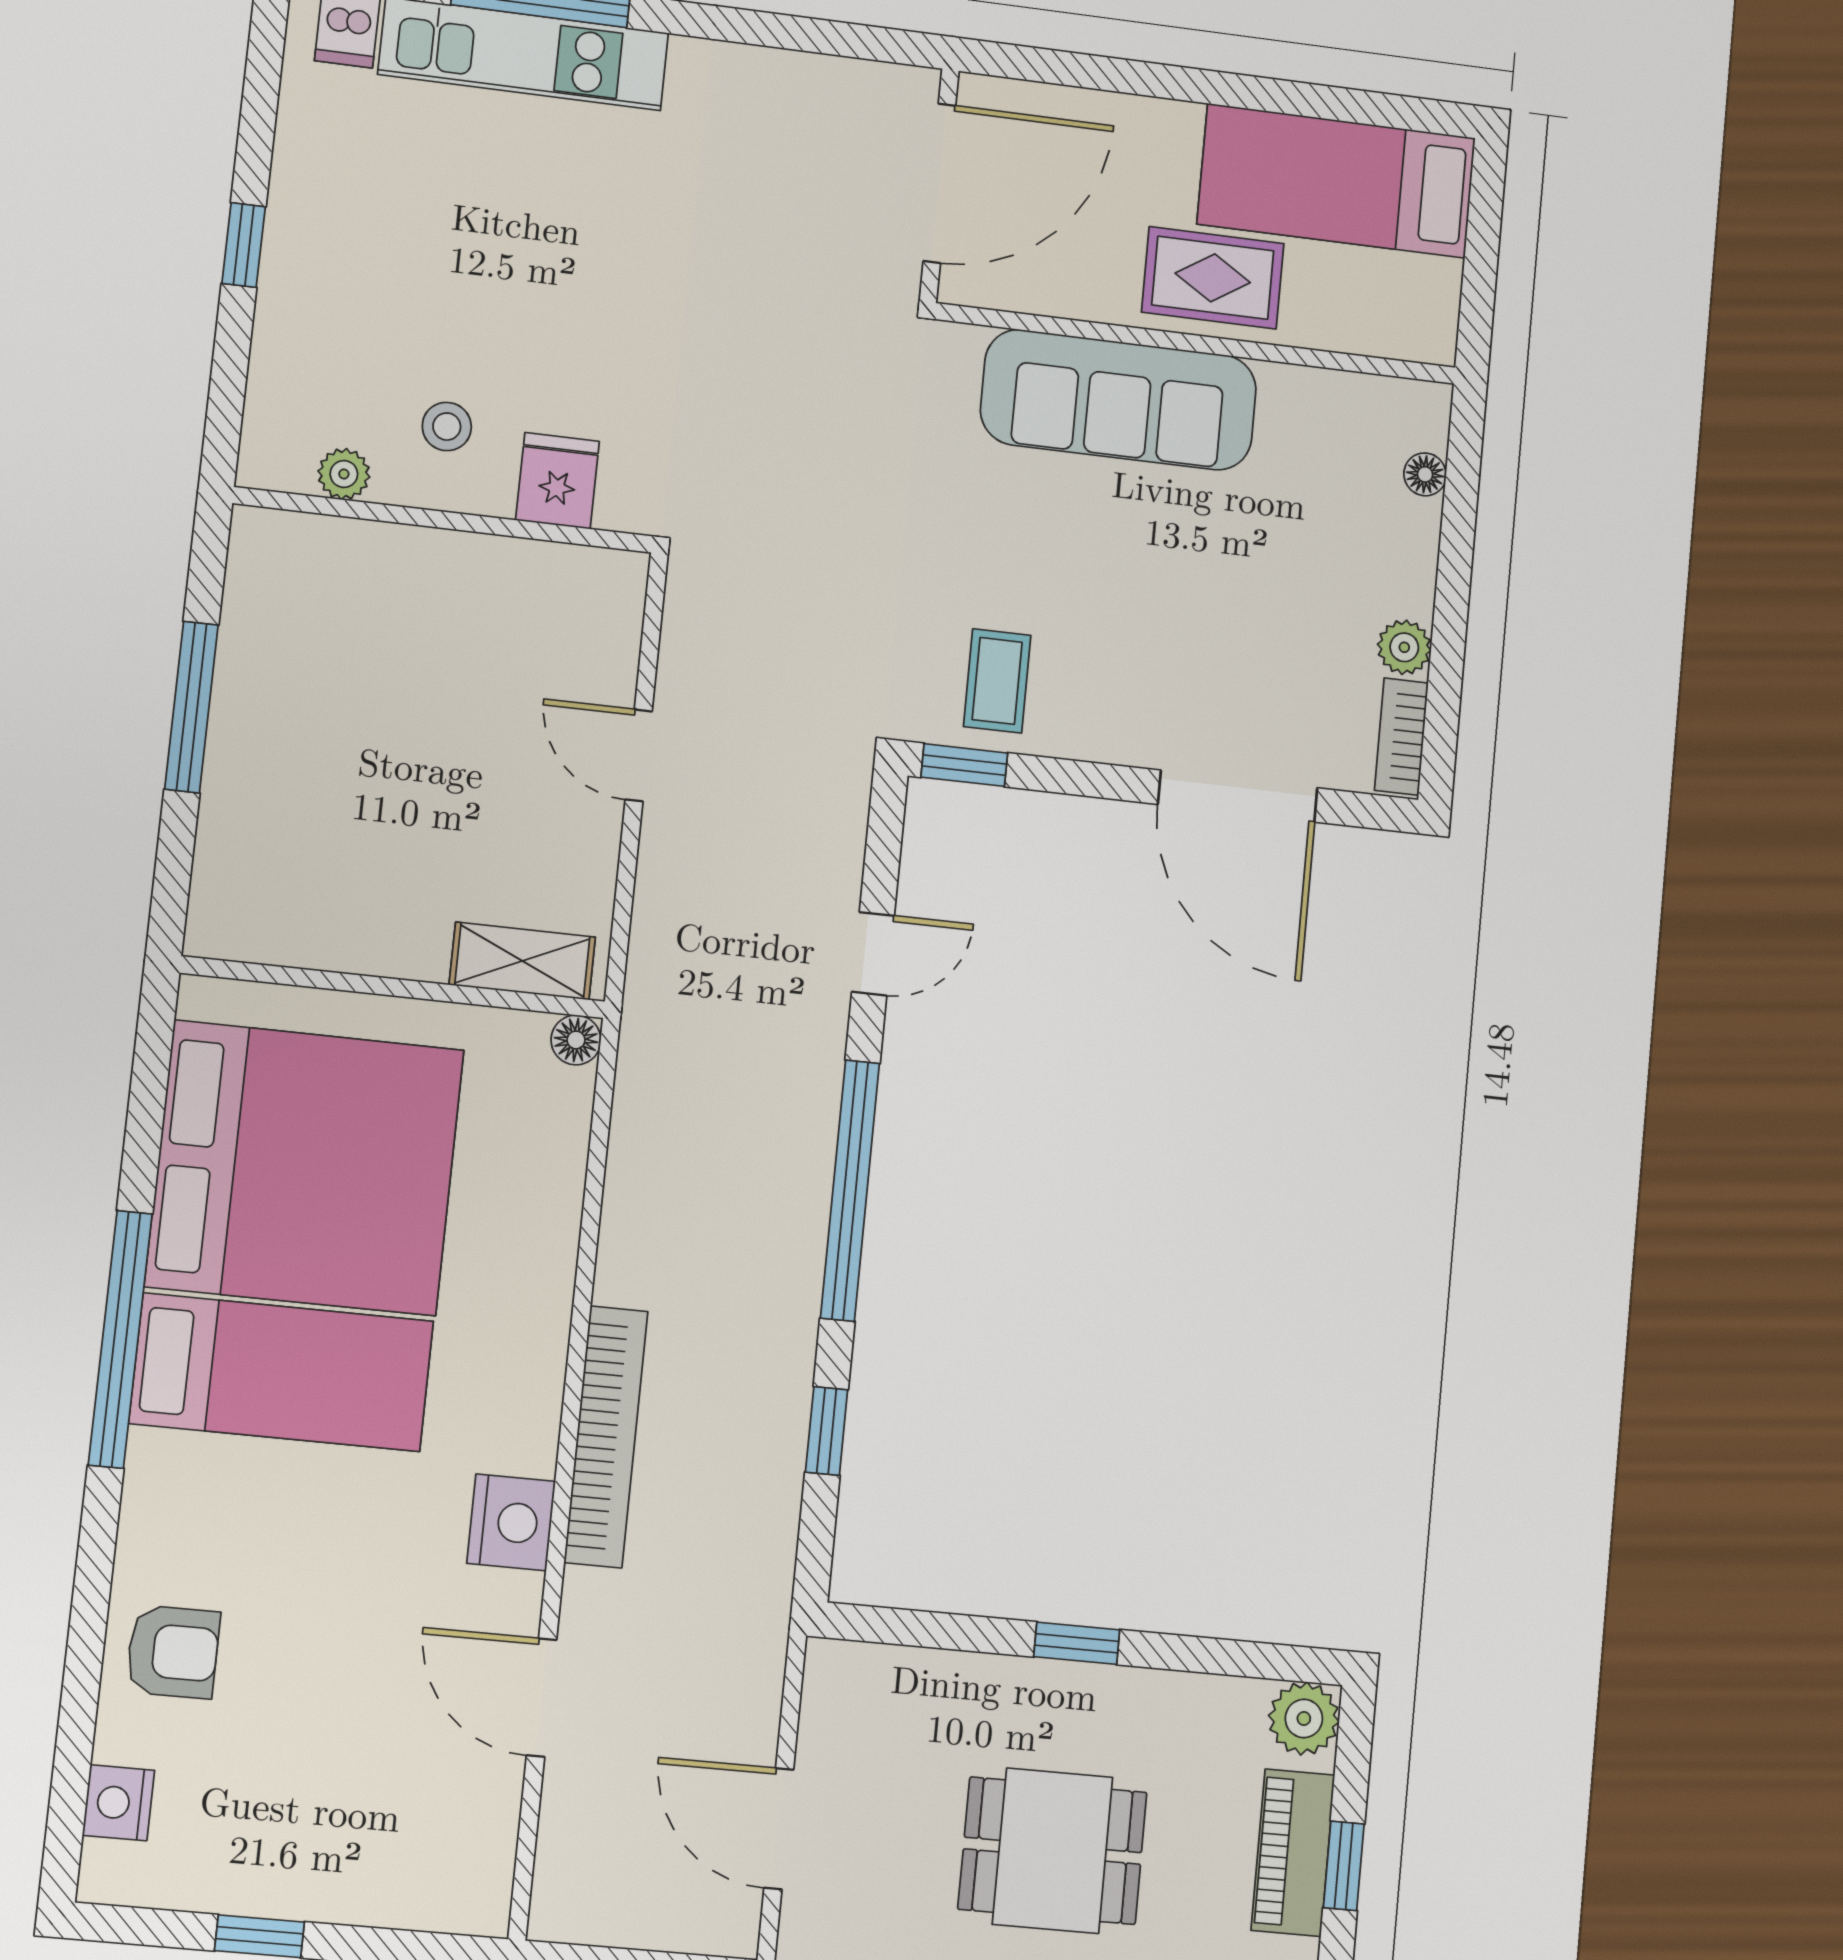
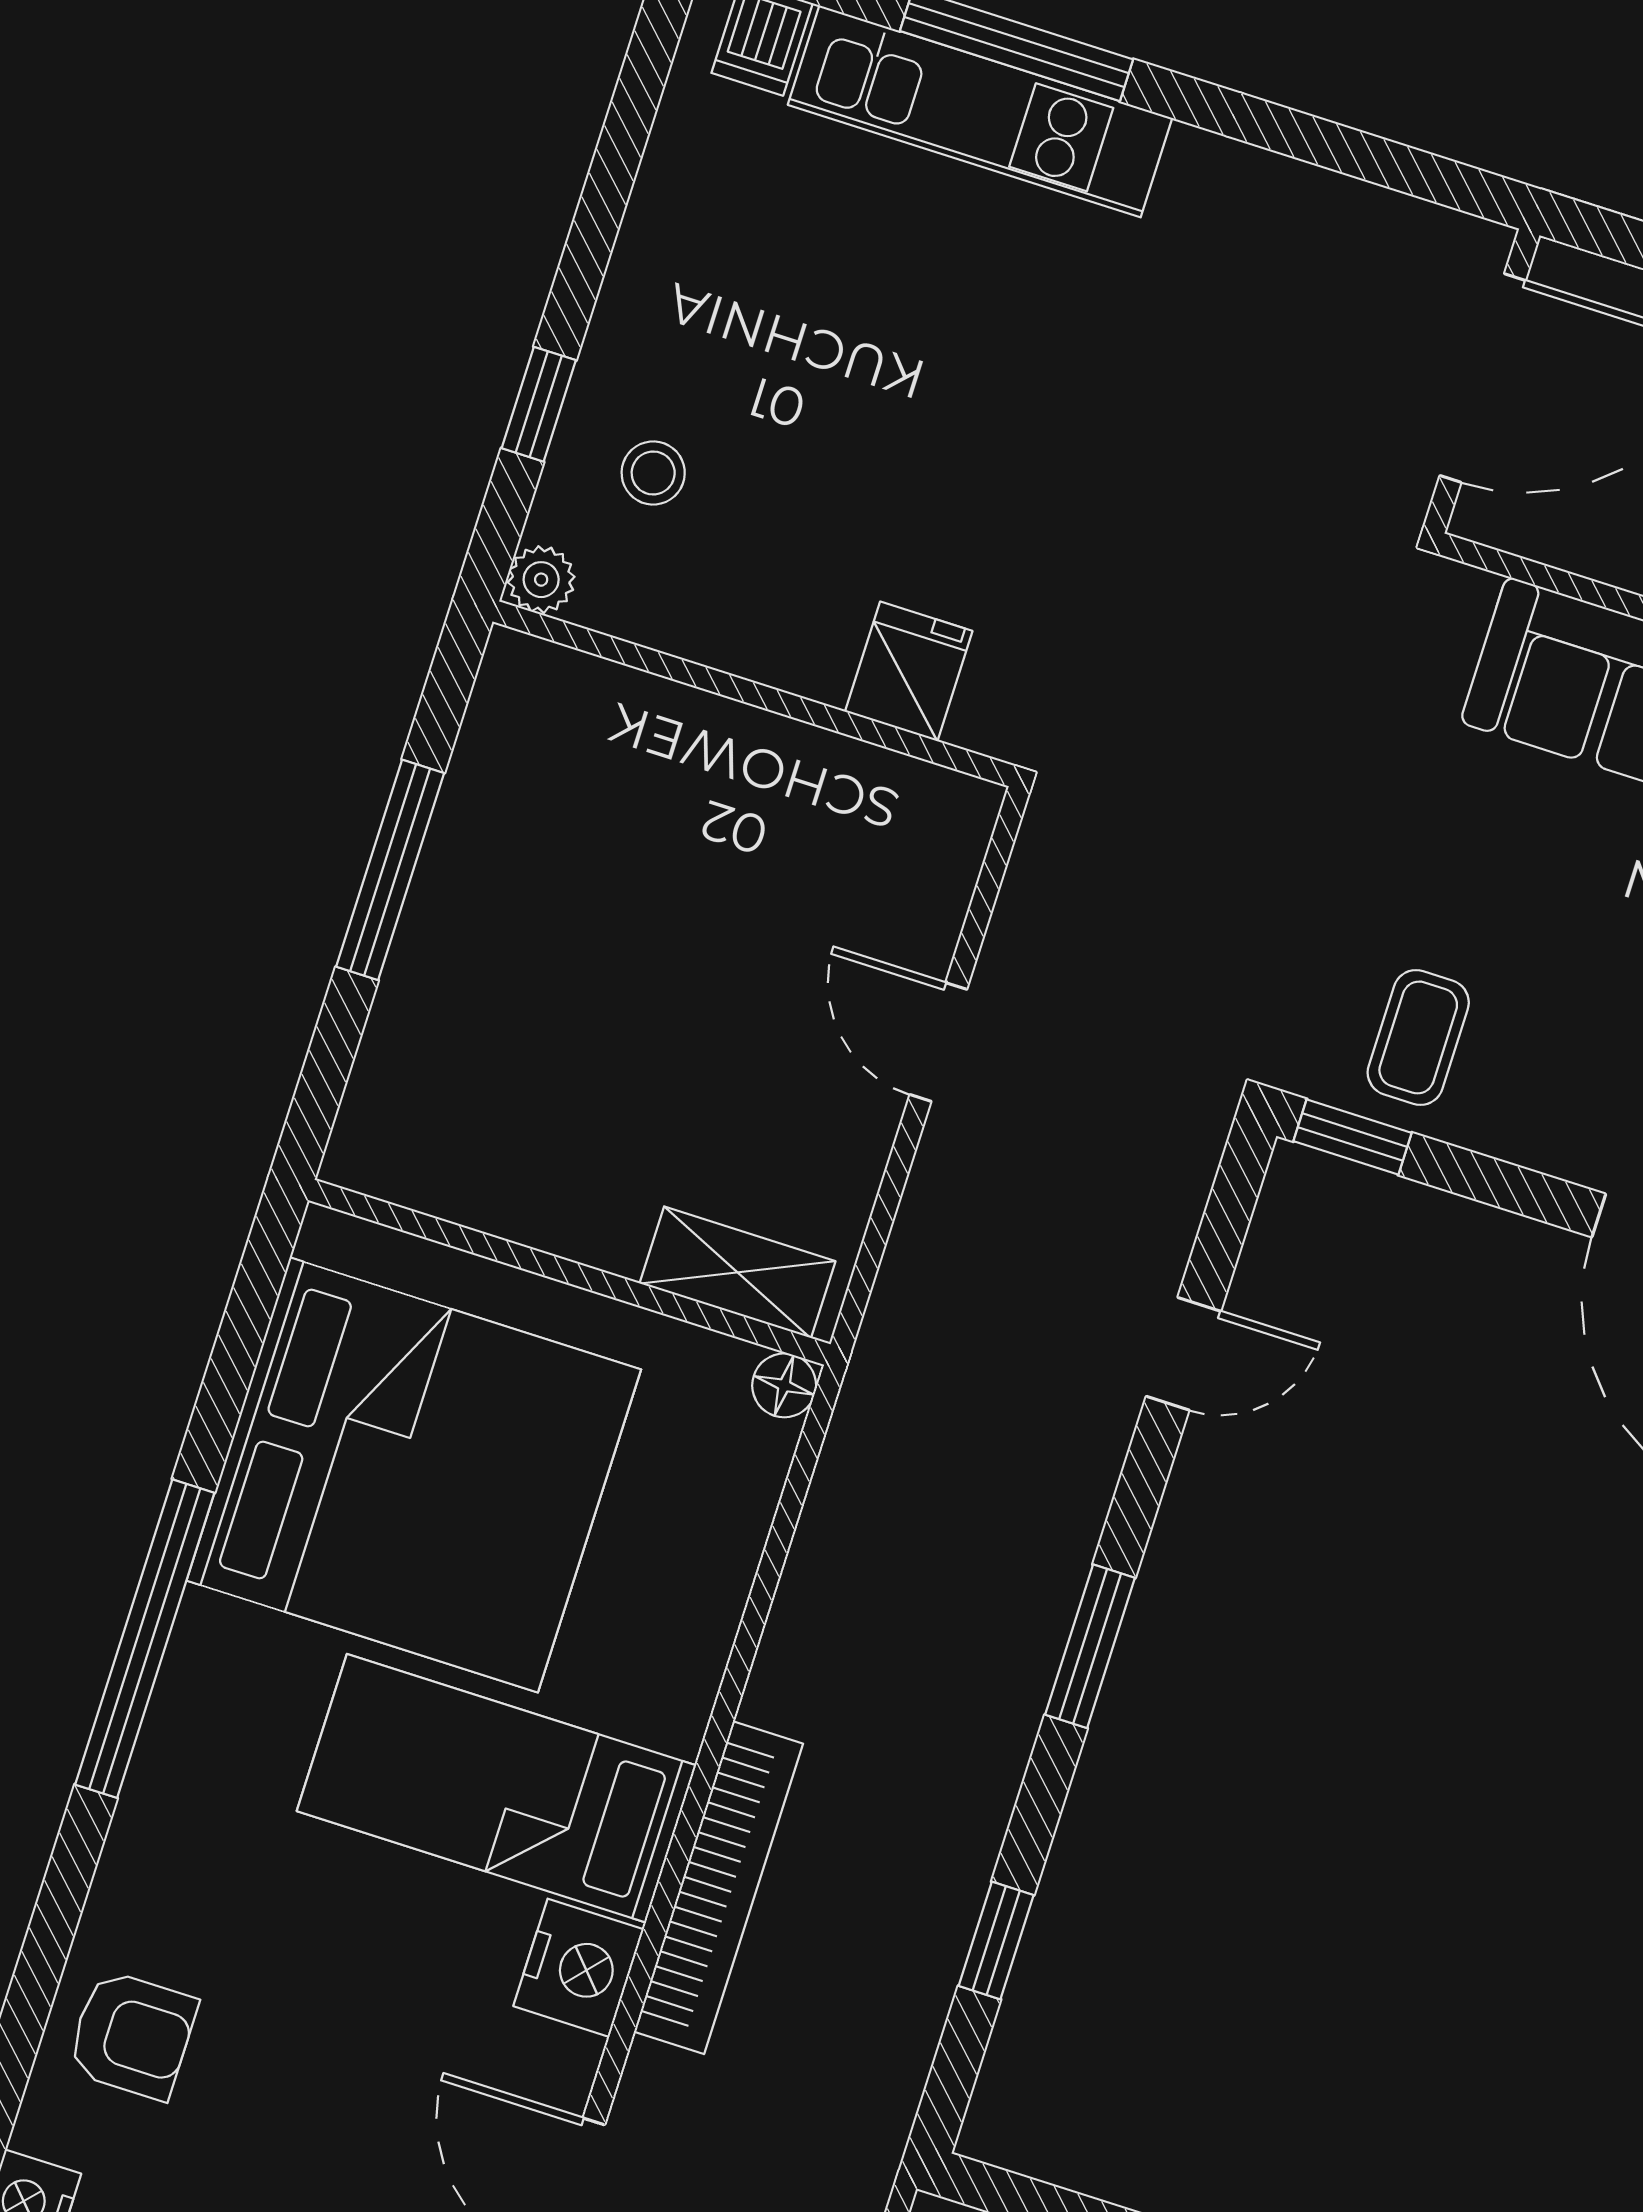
window: (244, 245) -> (539, 404), moved
stool: (447, 427) -> (653, 473), moved
plant: (344, 474) -> (541, 580), moved
window: (850, 1190) -> (1090, 1646), width x0.47
bed: (282, 1372) -> (497, 1788), moved, turned 180

